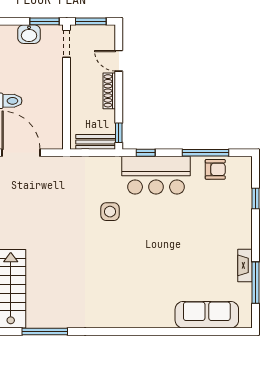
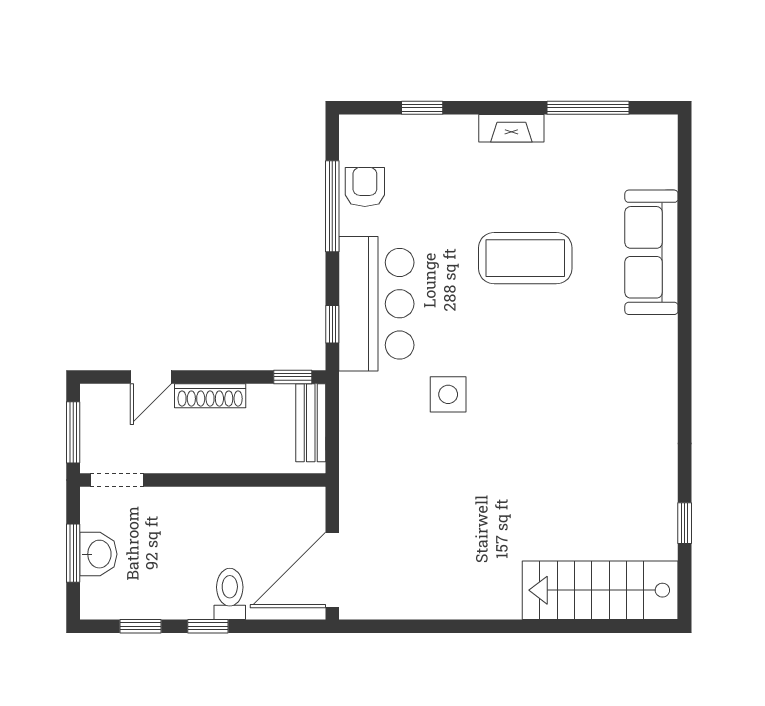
window: (44, 21) -> (73, 553), moved
coffee table: (179, 251) -> (525, 258), added
fireplace: (245, 265) -> (511, 128), moved
sofa: (207, 315) -> (651, 252), moved
window: (45, 332) -> (685, 523), width x0.46

